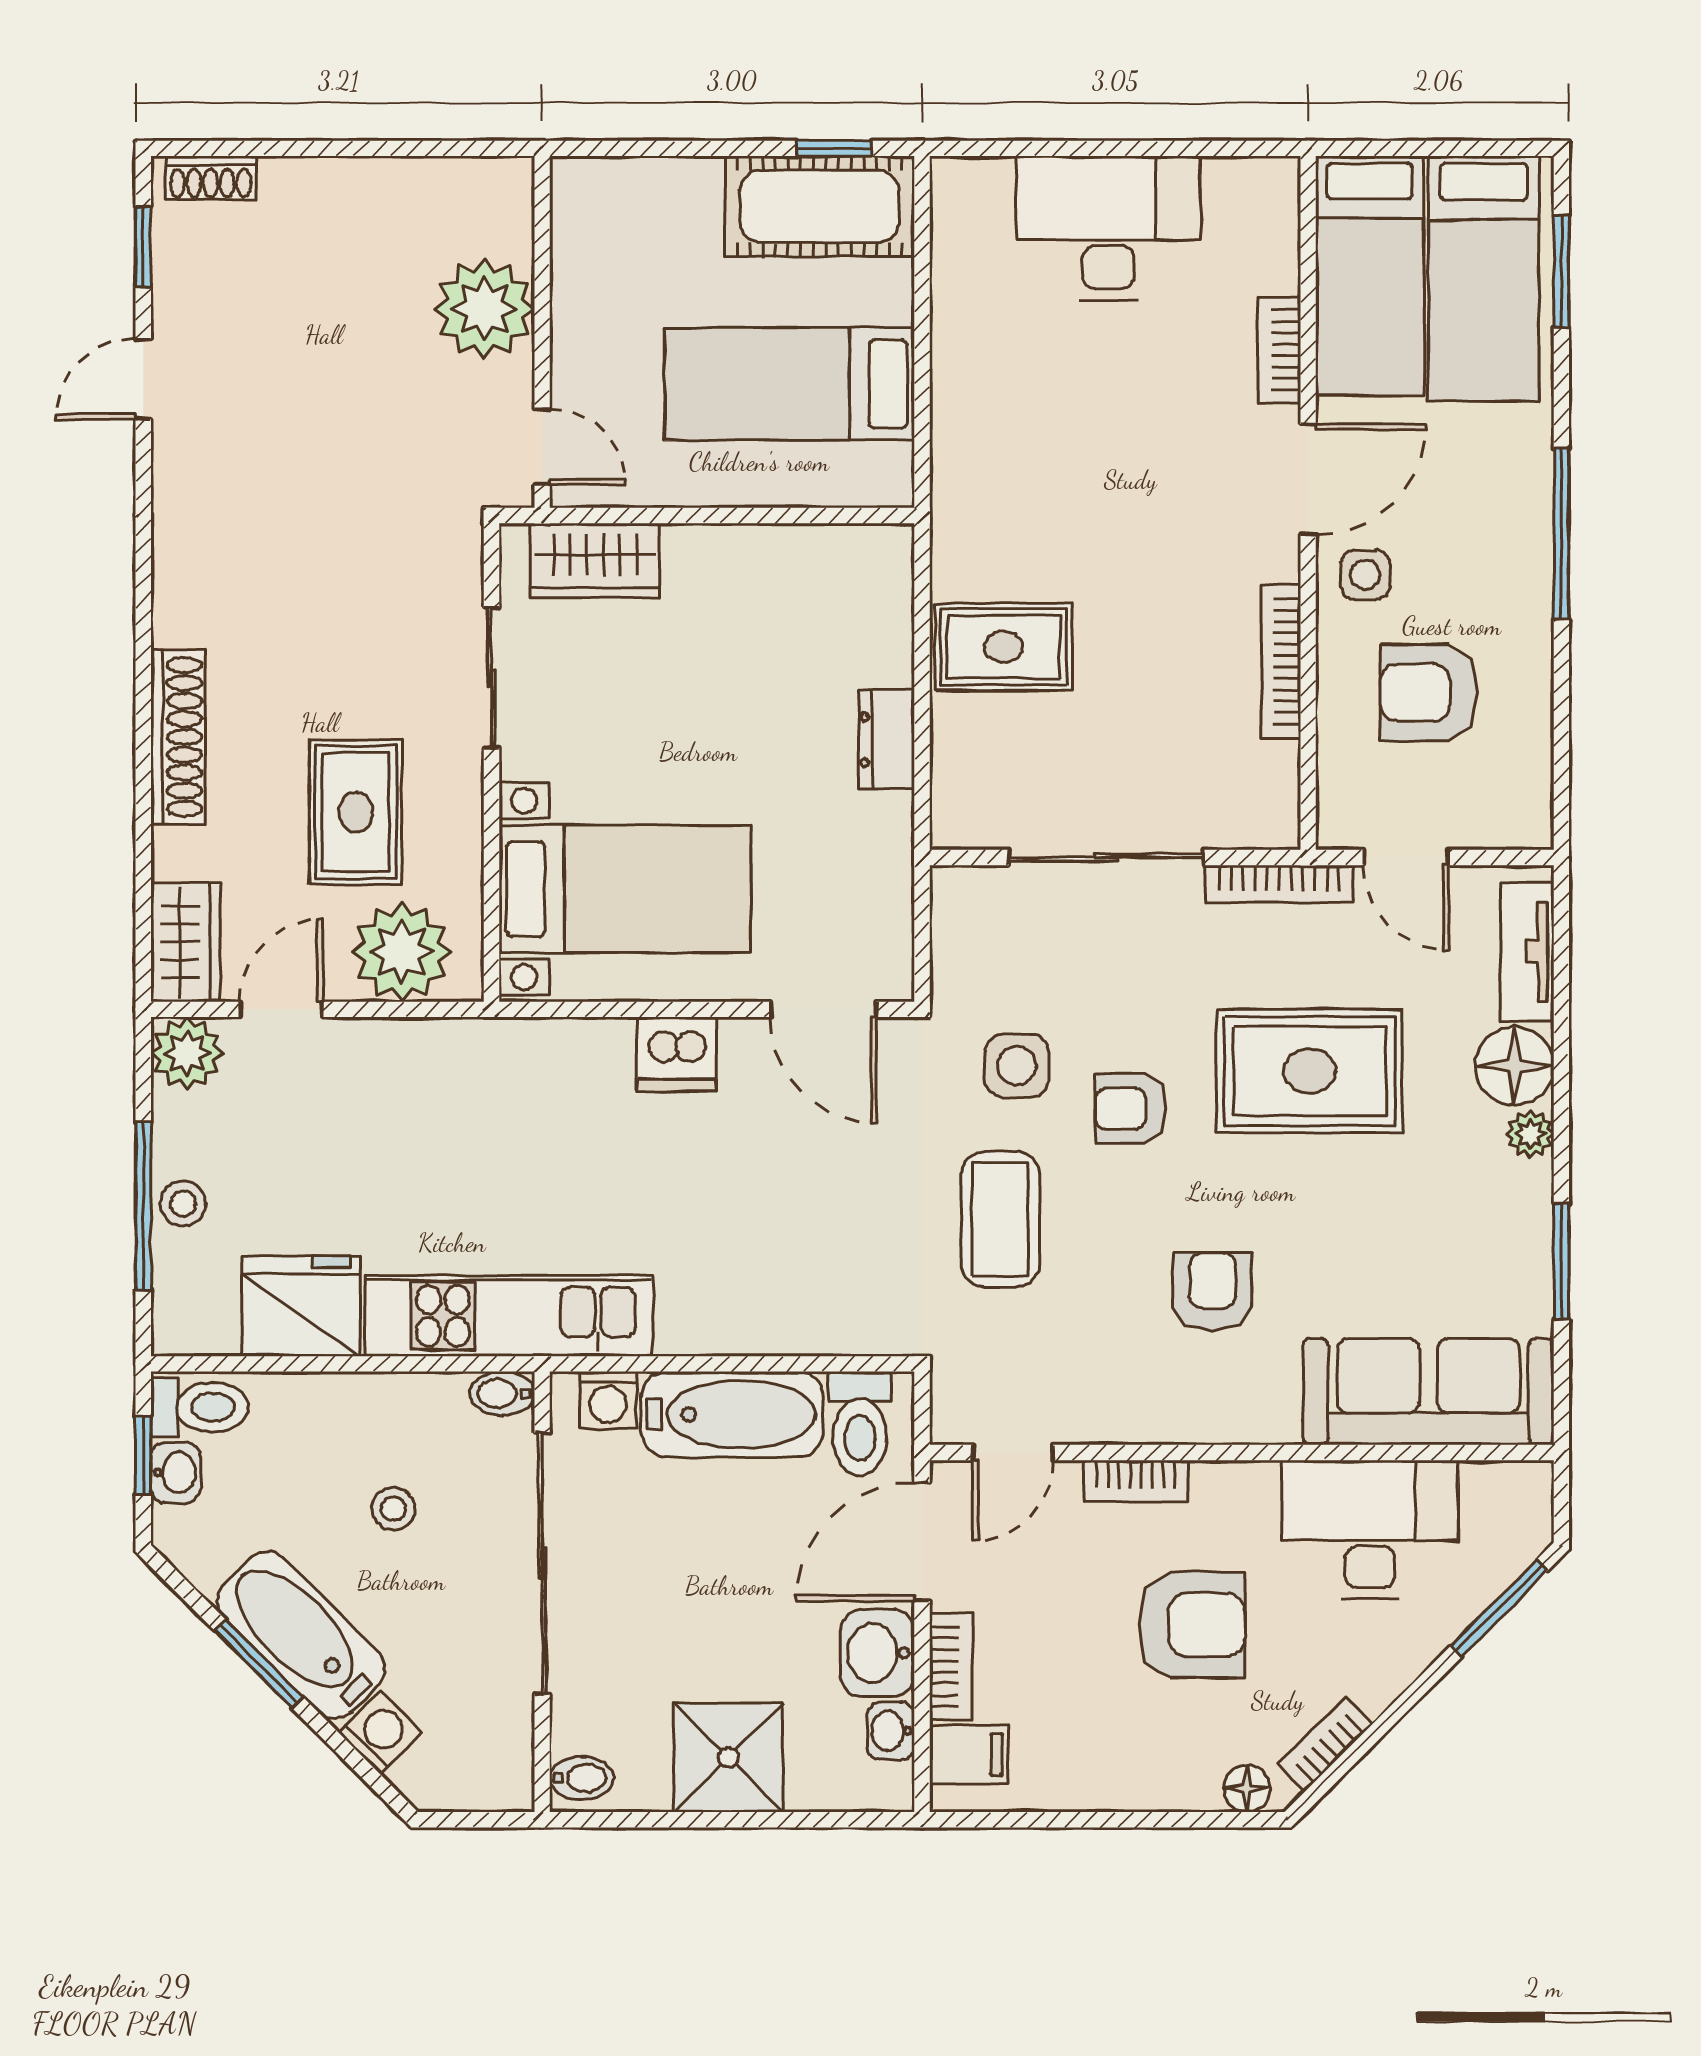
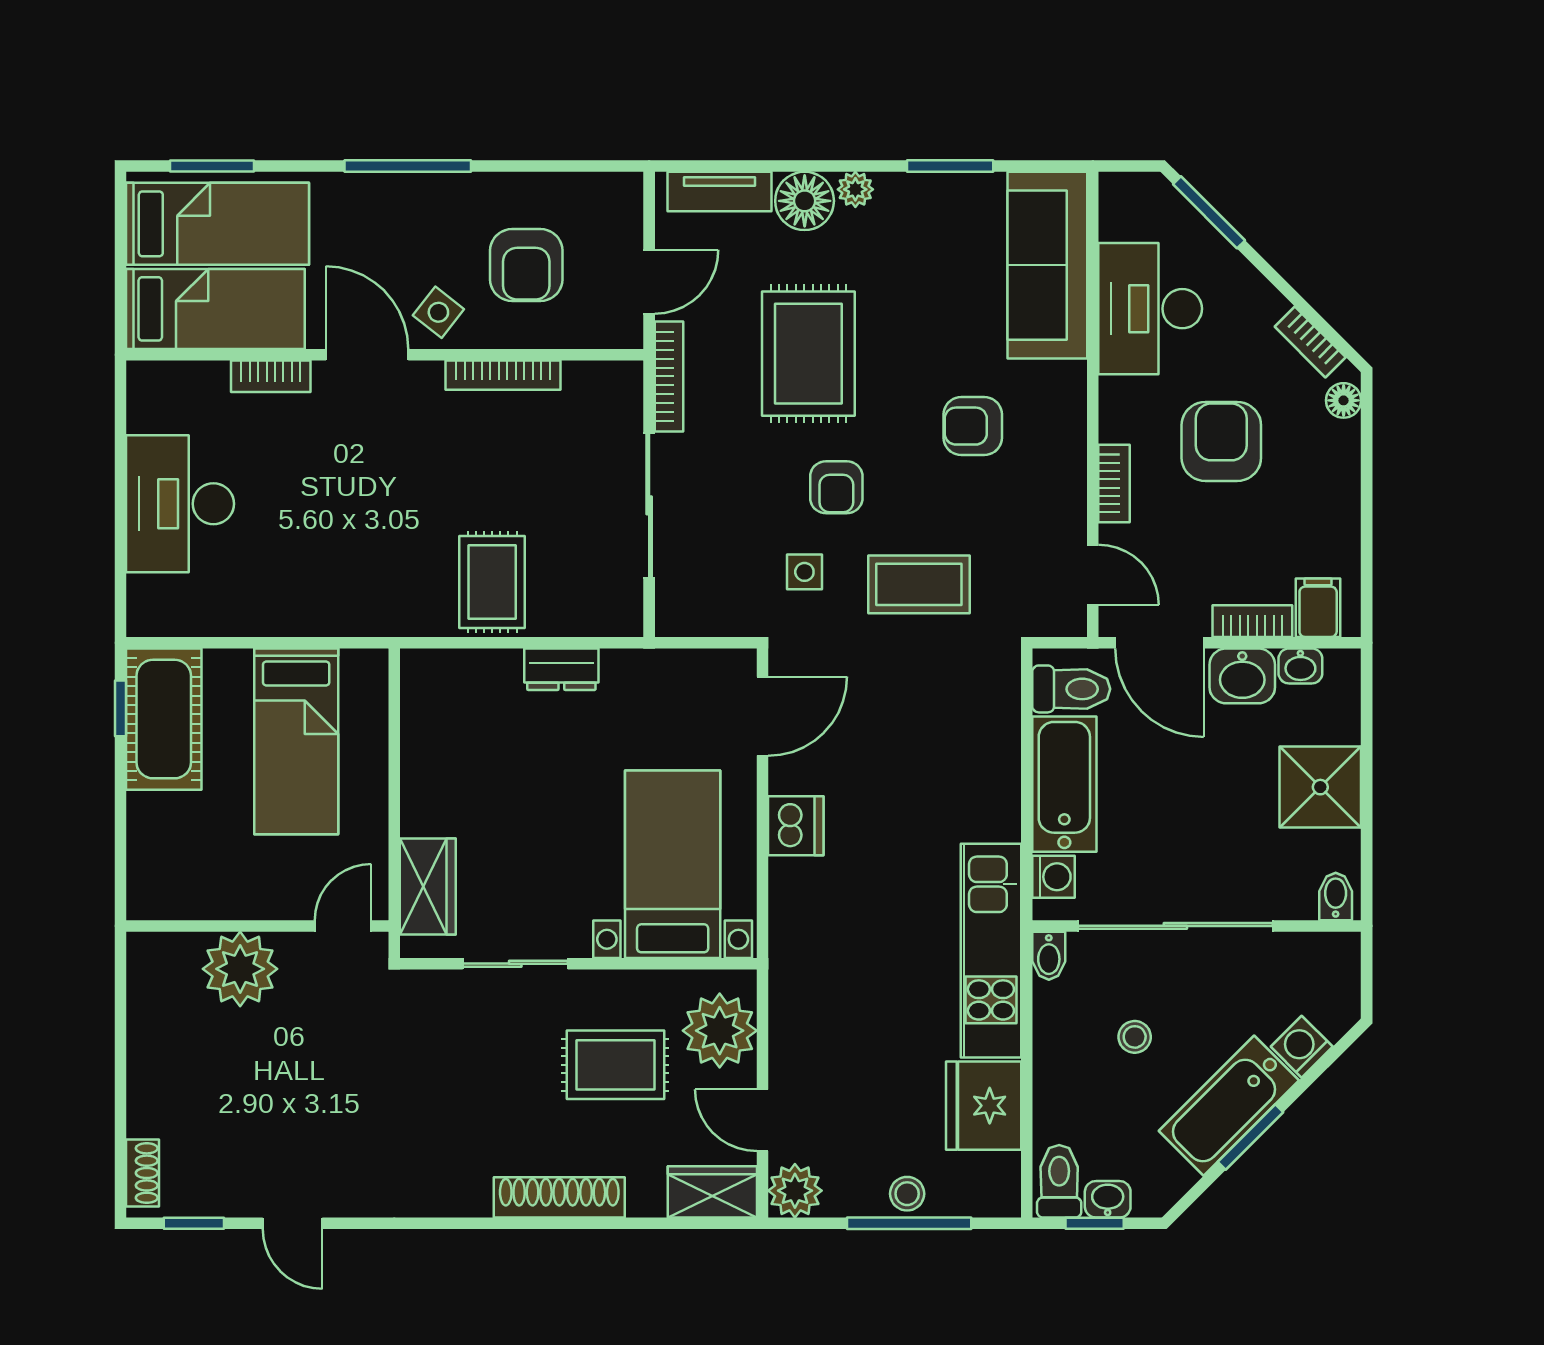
side table: (1365, 575) -> (438, 312), turned 38
side table: (1017, 1066) -> (804, 572), width x0.73, depth x0.73

